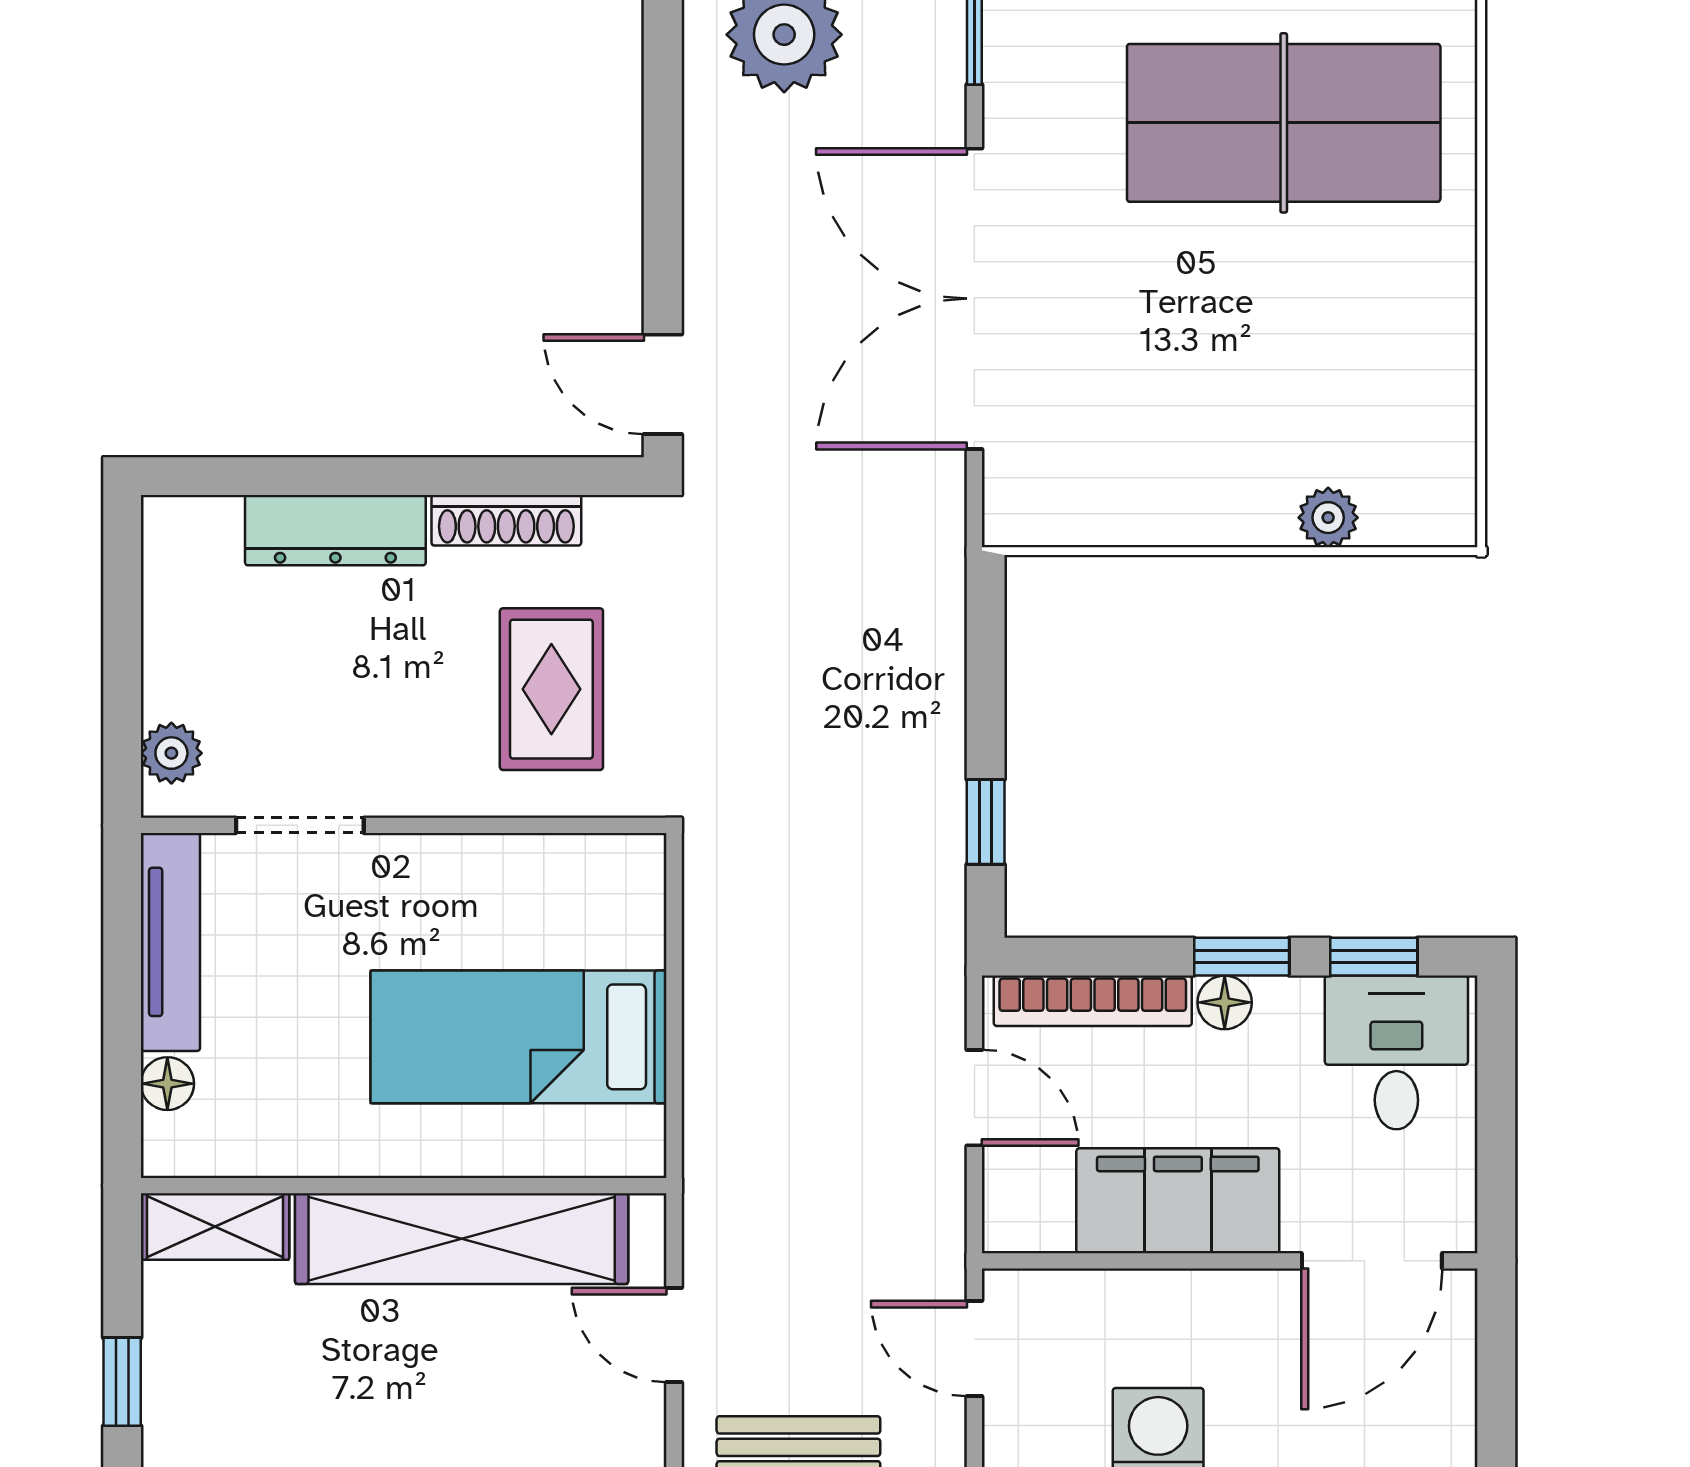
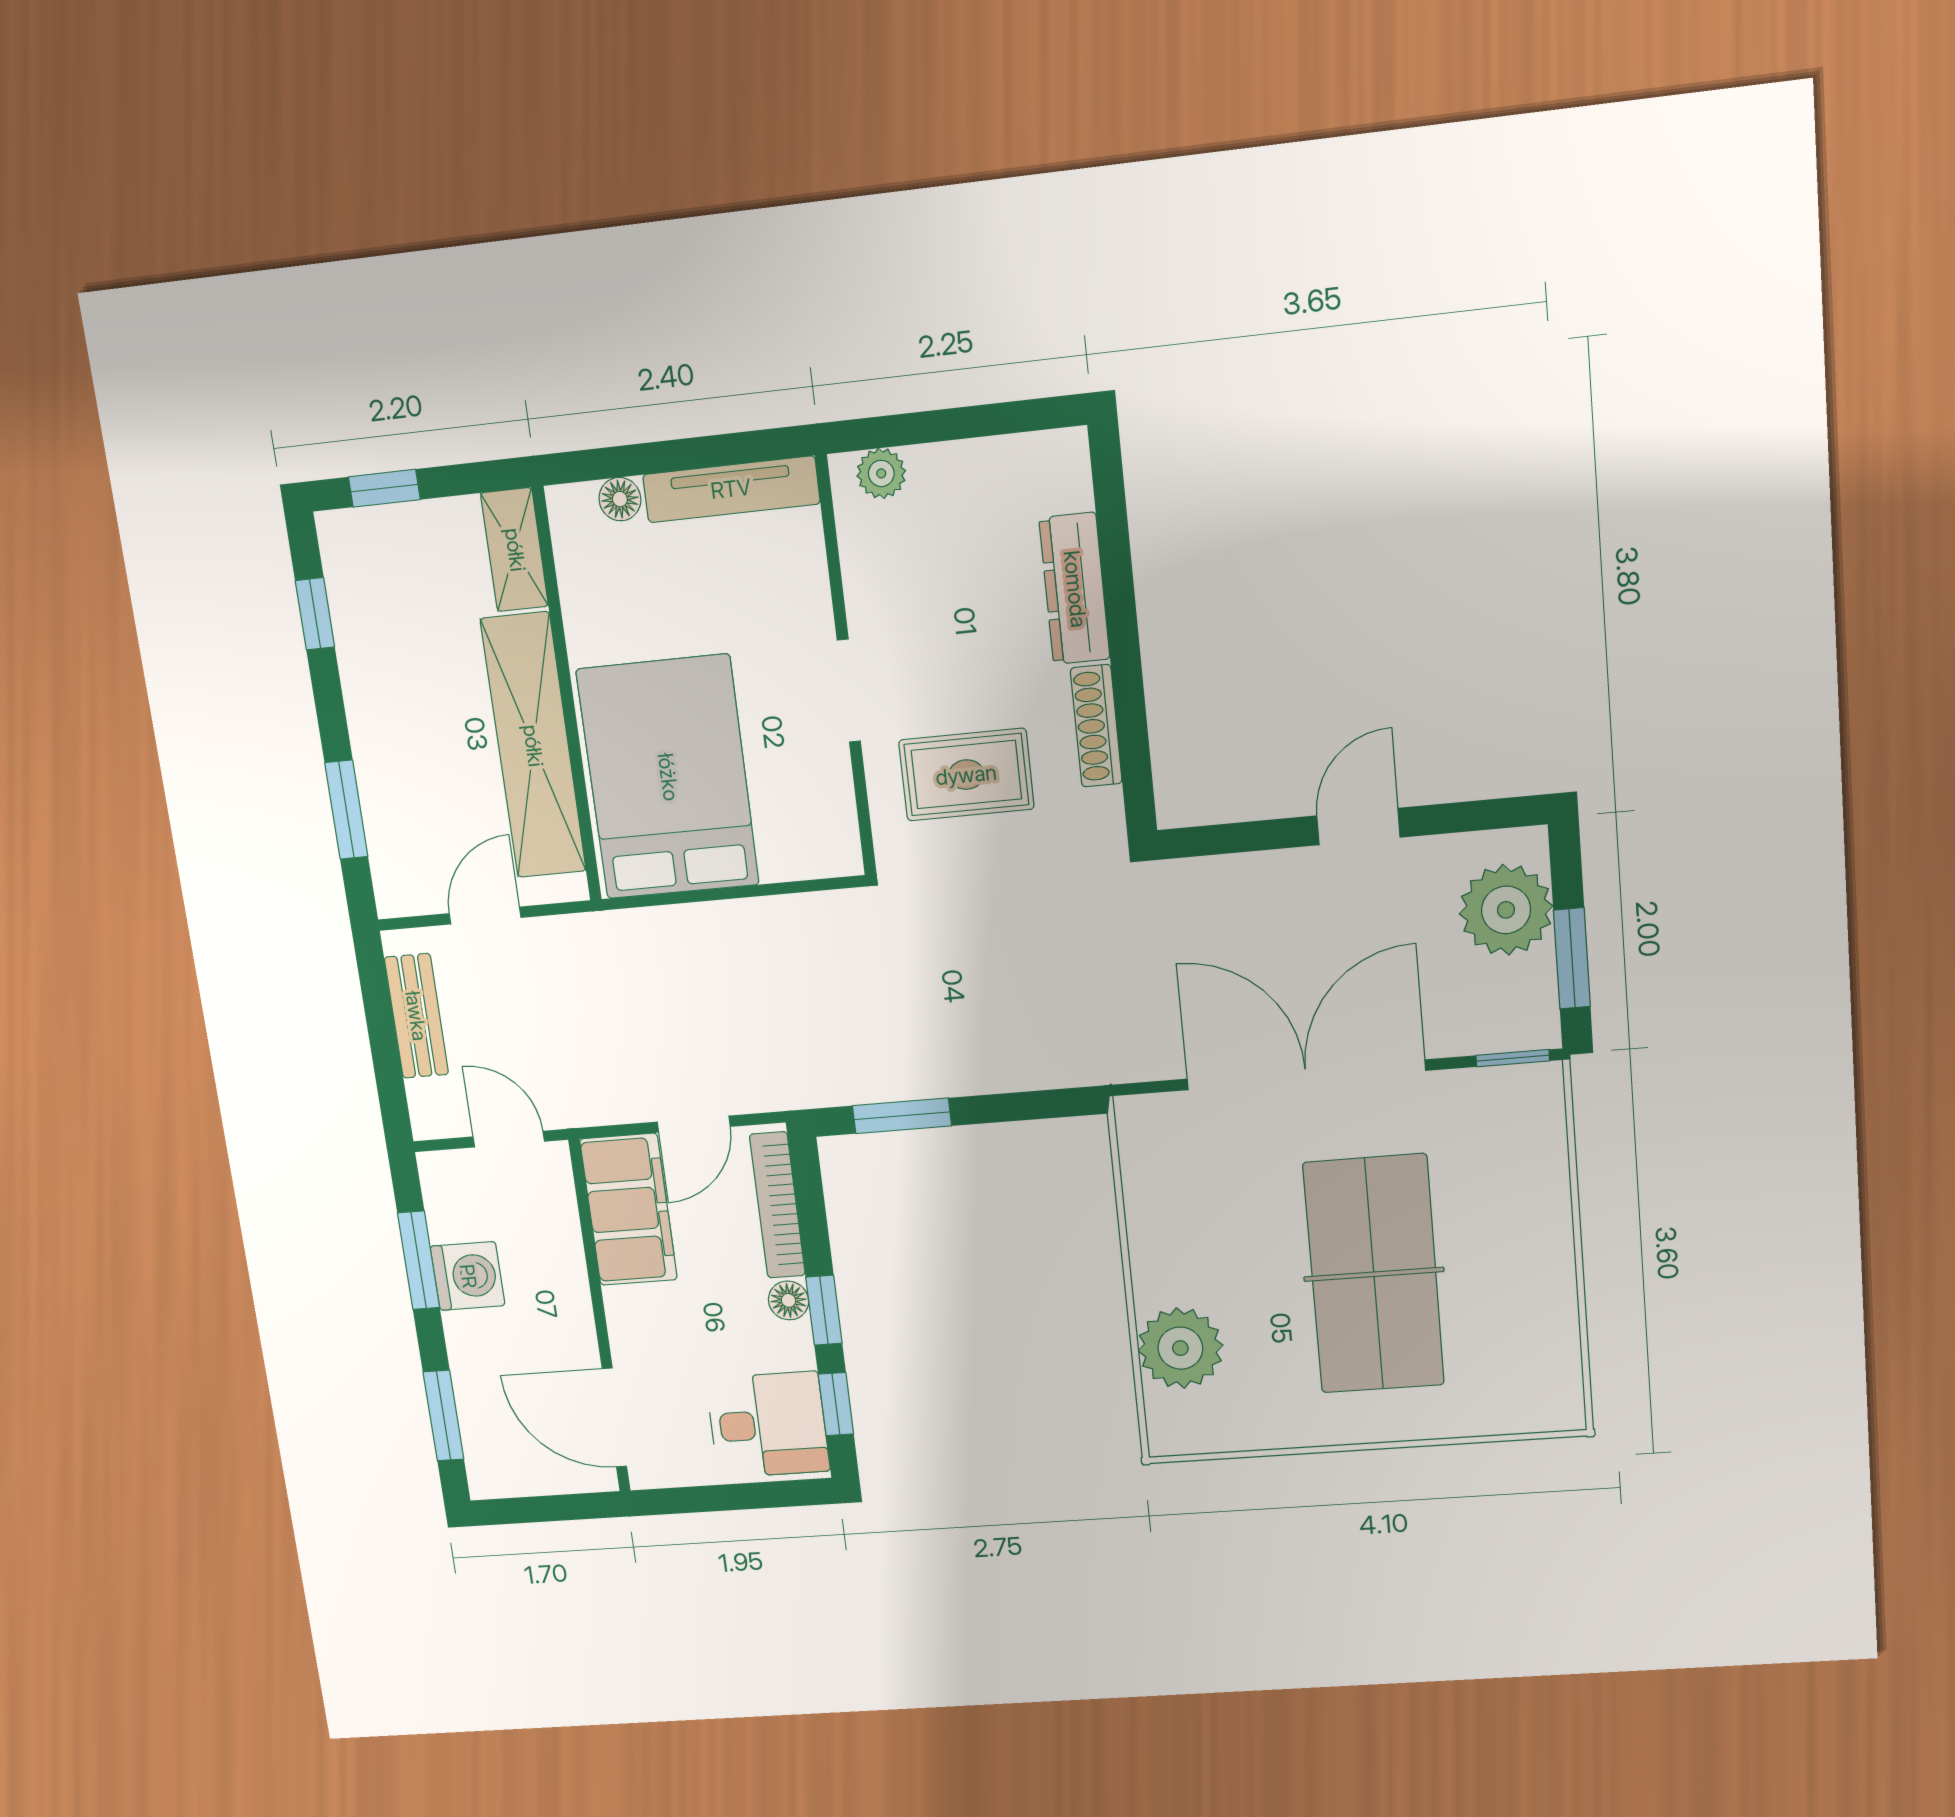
table tennis table: (1284, 123) -> (1374, 1274), moved
door: (663, 384) -> (1358, 827), moved
plant: (1328, 518) -> (1180, 1348), width x1.88, depth x1.88
window: (986, 822) -> (902, 1116), width x1.50
doorway: (300, 825) -> (849, 691), moved
bed: (519, 1037) -> (668, 777), width x1.50
filing cabinet: (1178, 1201) -> (629, 1210), moved
door: (974, 1349) -> (509, 1139), hinge flipped

